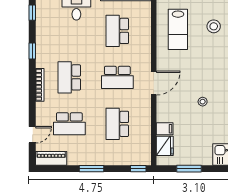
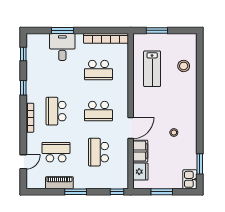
school desk: (117, 31) -> (98, 70), turned -90
door: (154, 83) -> (131, 128), moved
school desk: (69, 124) -> (56, 152), turned 180
filing cabinet: (165, 129) -> (140, 151), width x2.00
piano: (51, 158) -> (59, 183), moved

